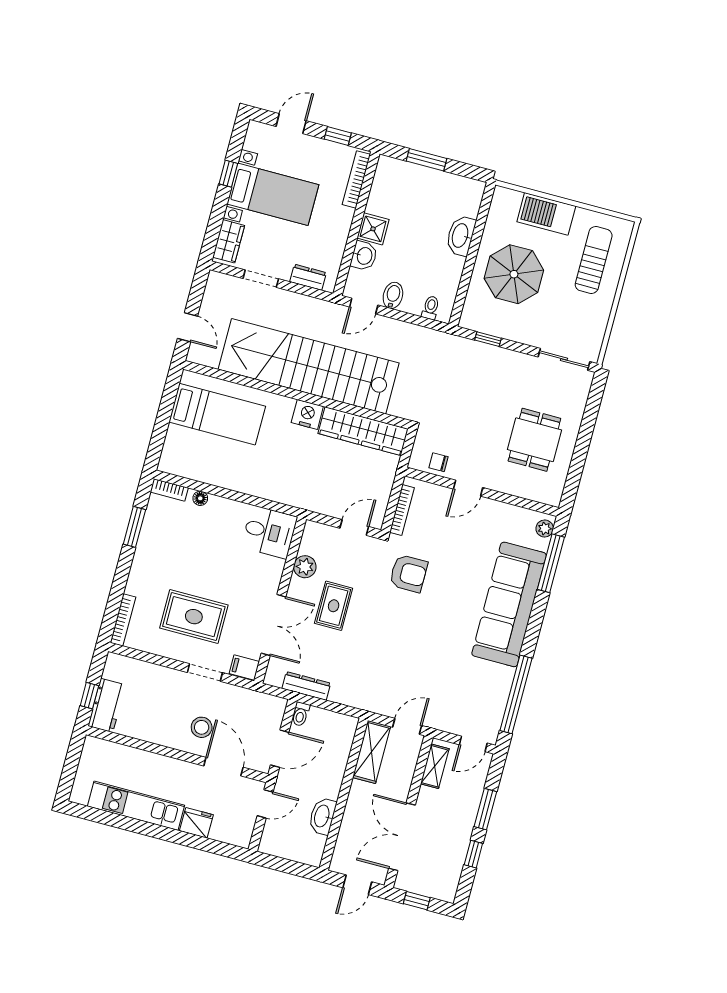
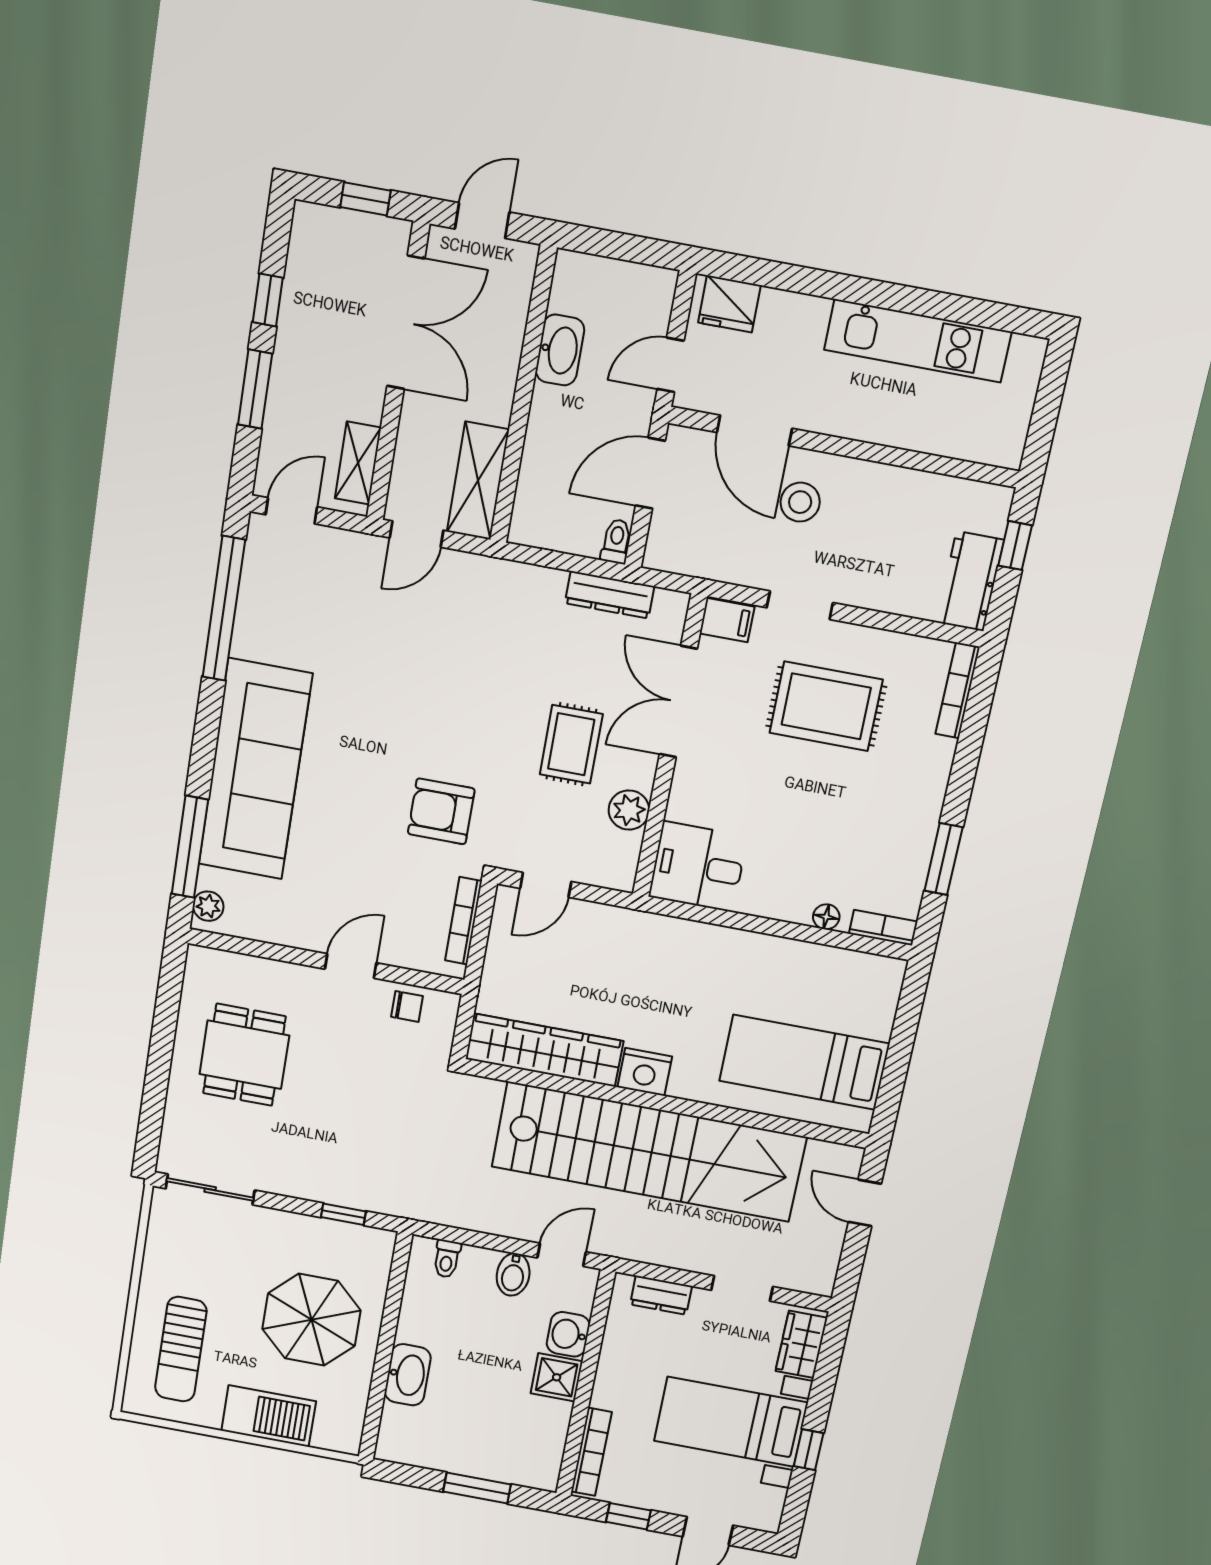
workbench: (107, 705) -> (970, 581), moved
fridge: (196, 823) -> (729, 304), moved

